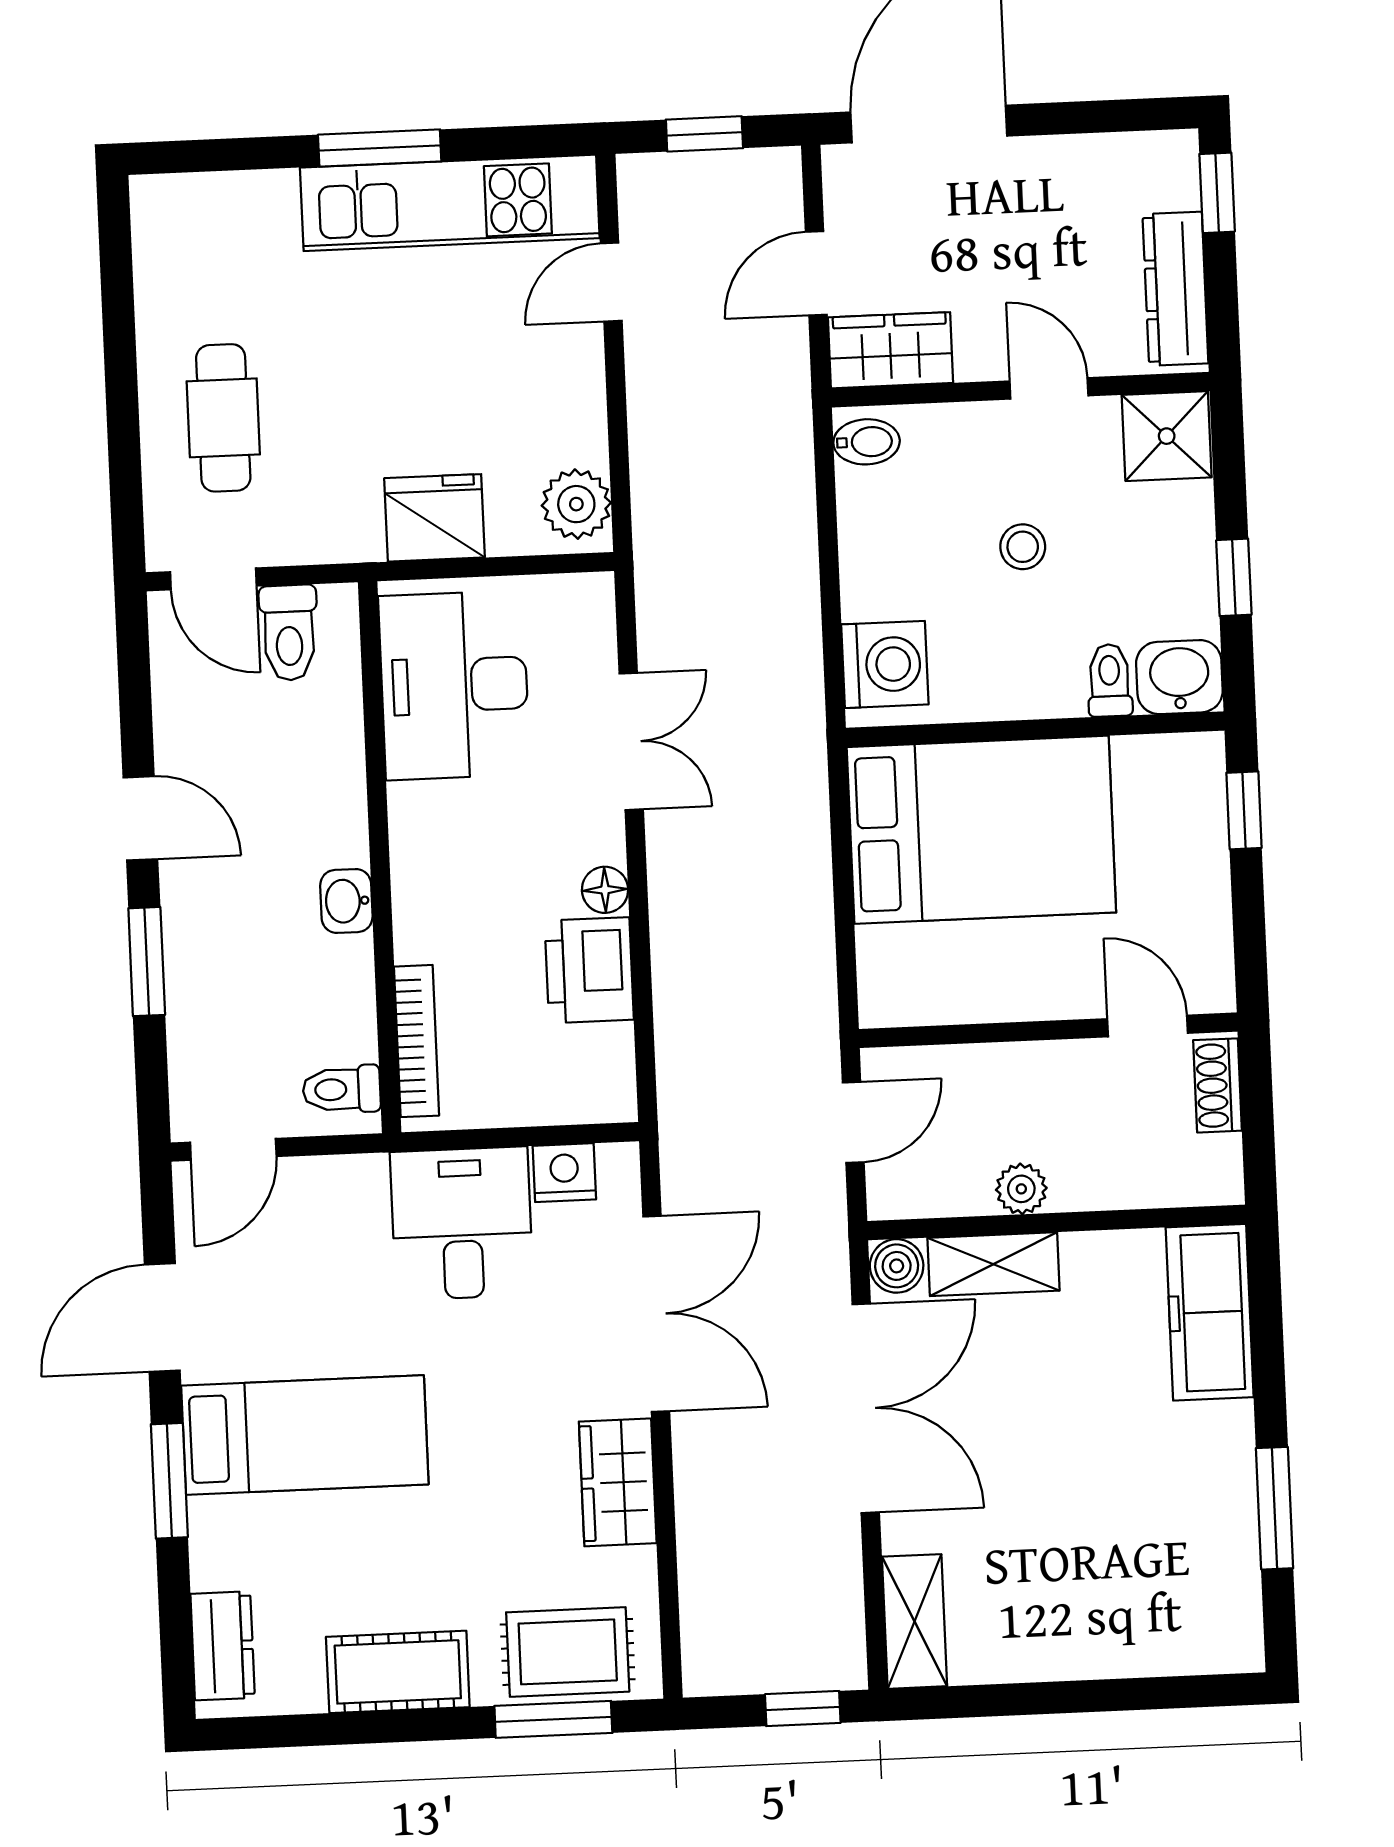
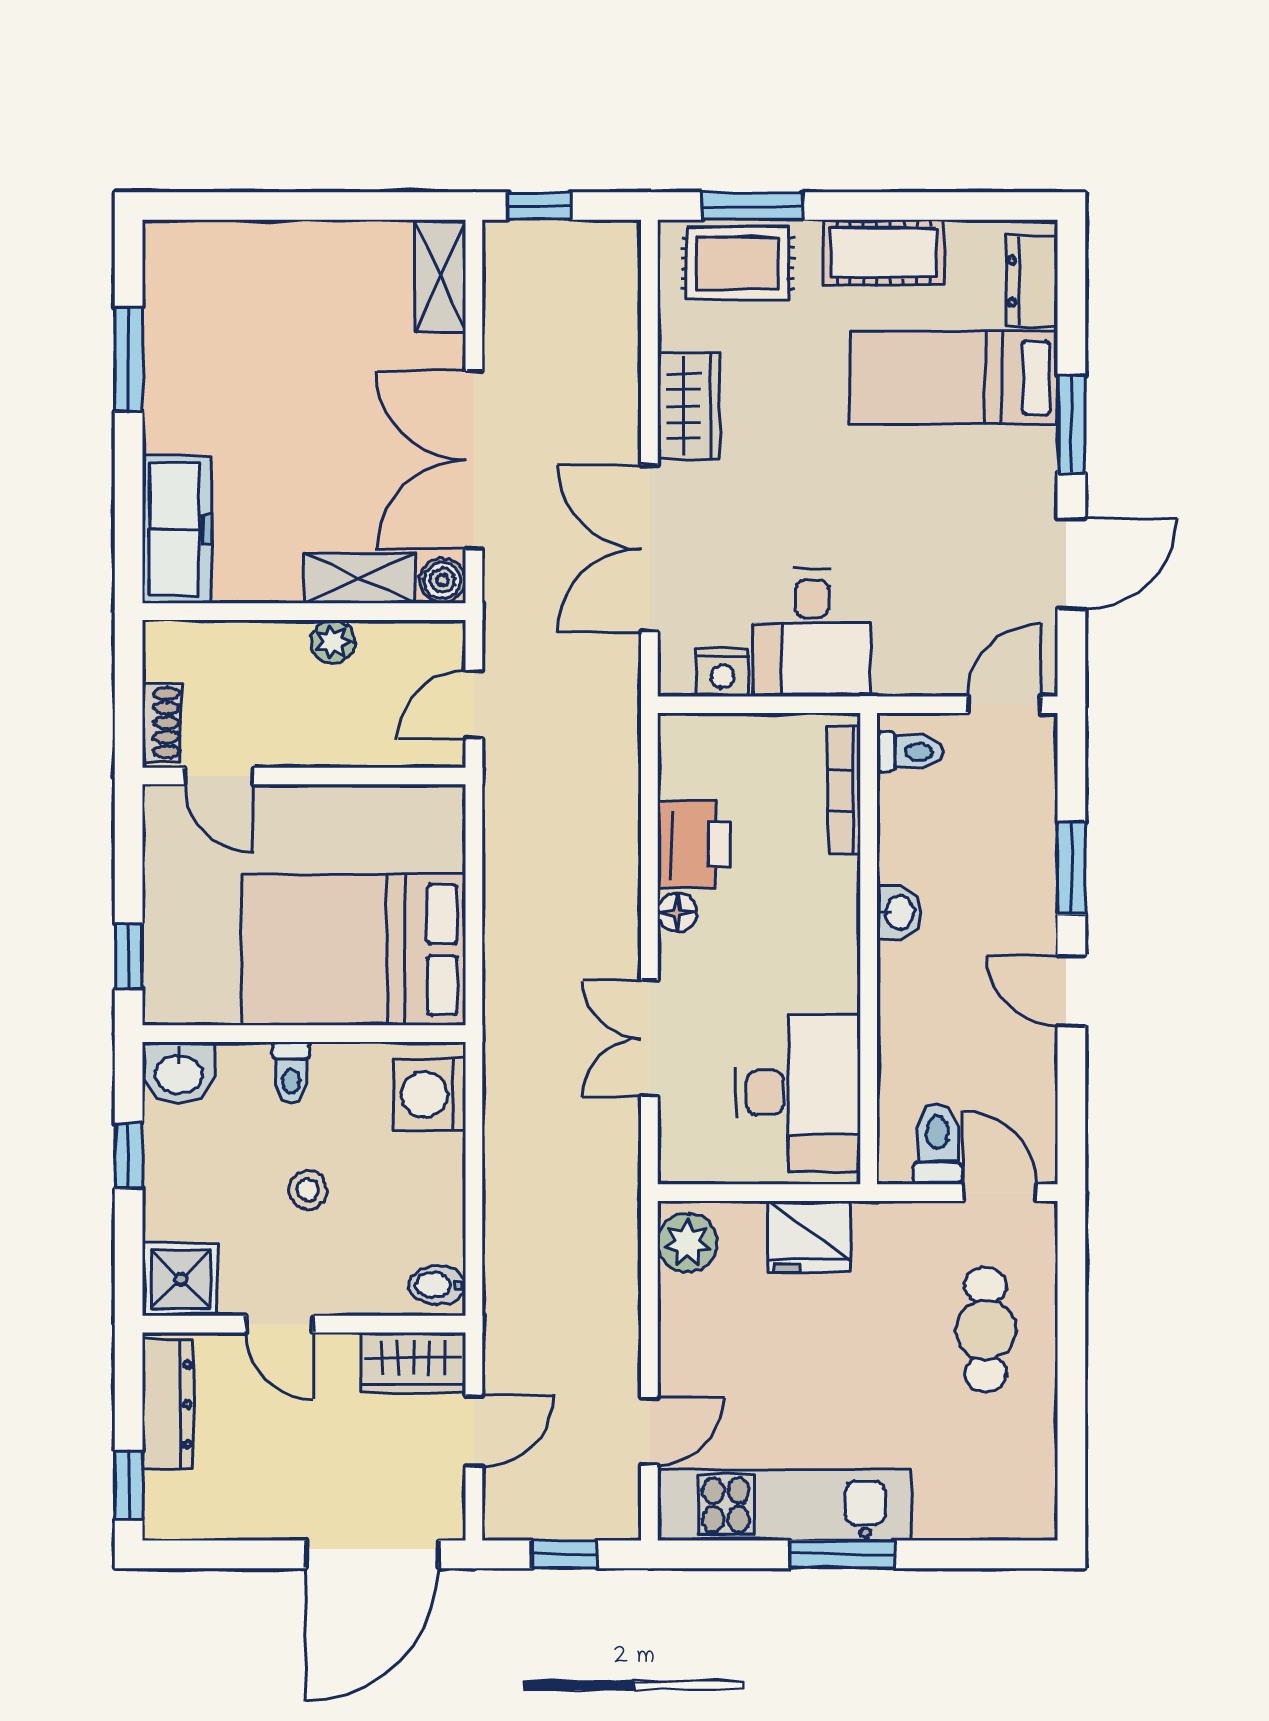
toilet: (1110, 680) -> (291, 1073), moved
bed: (305, 1435) -> (954, 378), moved

